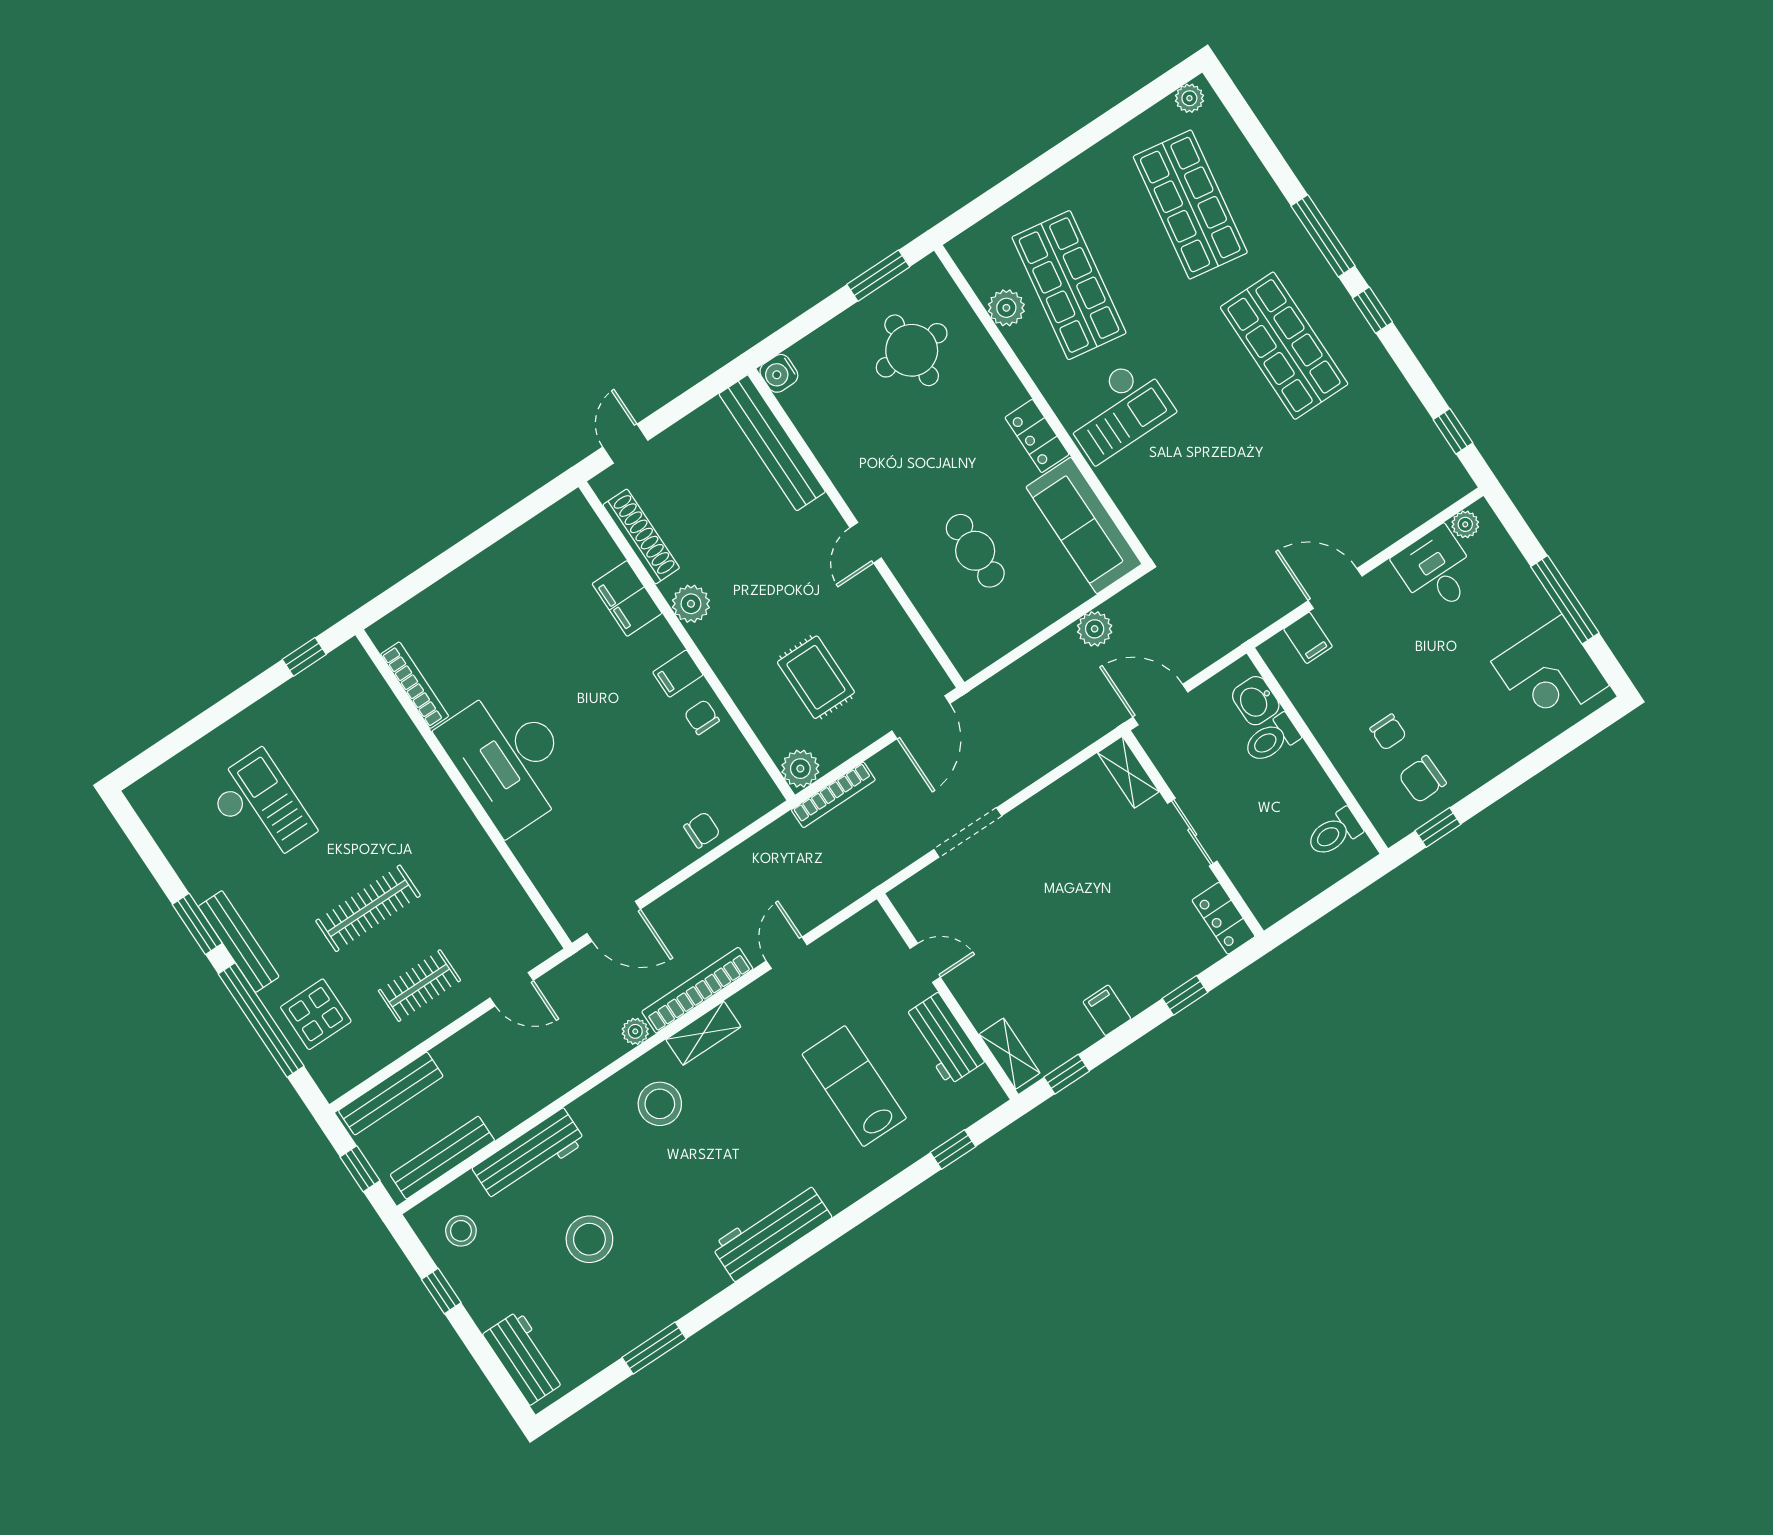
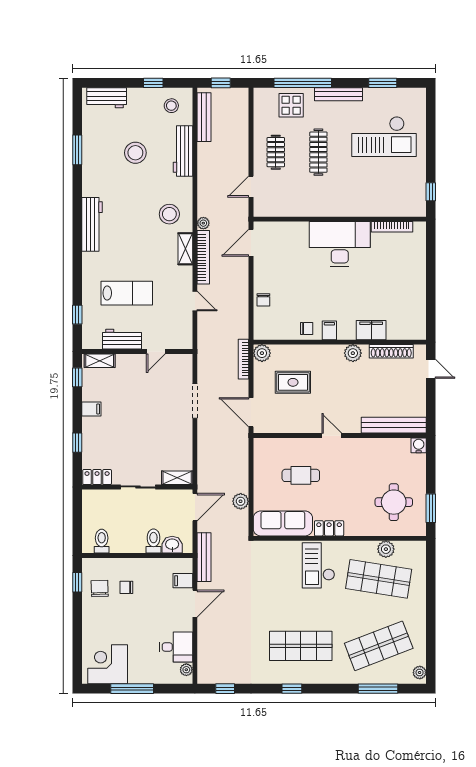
shop shelf: (1190, 205) -> (379, 646), turned -30
window: (1323, 236) -> (378, 689), moved
checkout: (261, 808) -> (384, 137), width x1.36, depth x1.21
window: (197, 924) -> (383, 83), moved
bench: (391, 1093) -> (204, 557), moved

